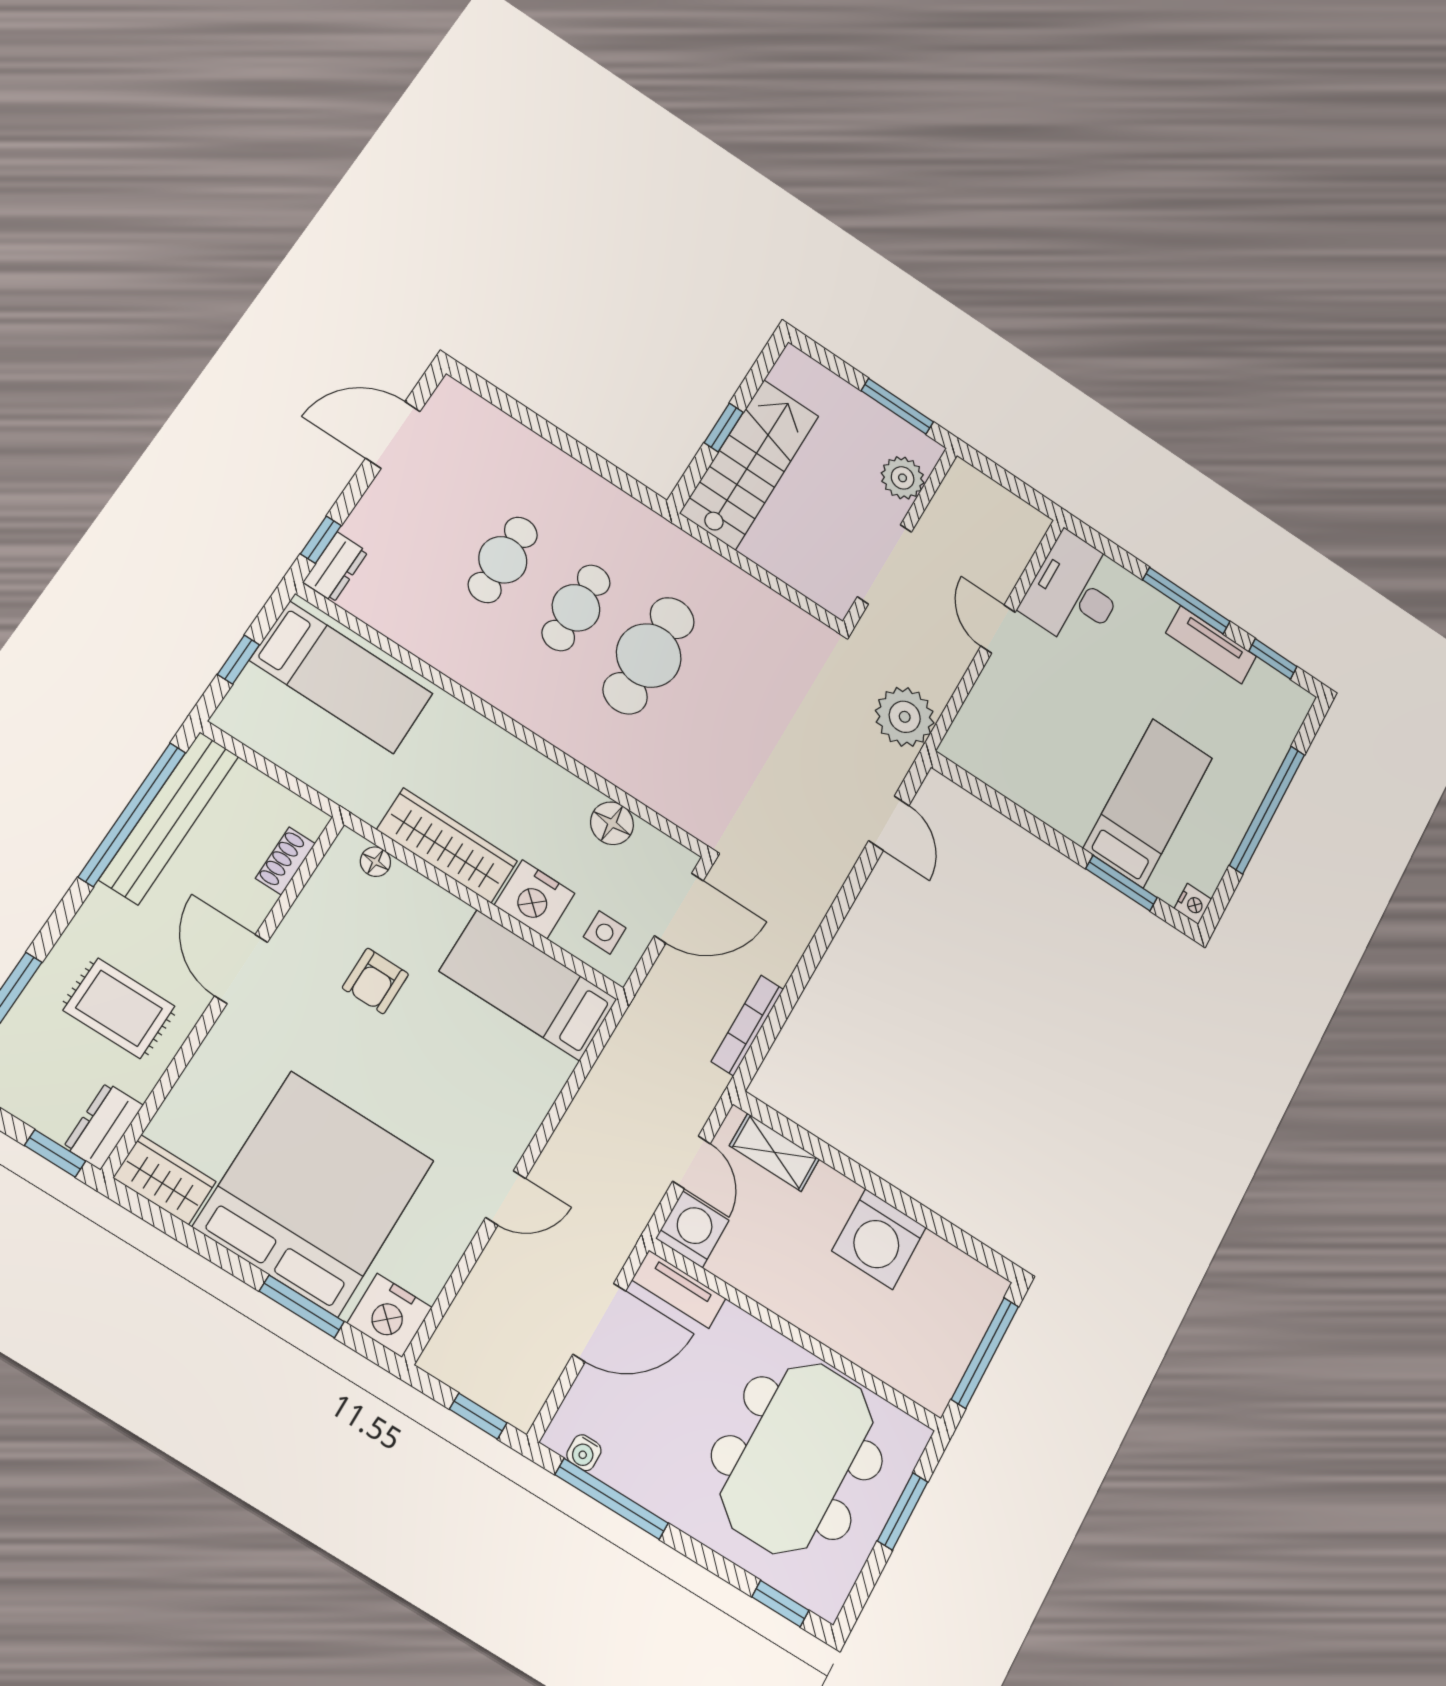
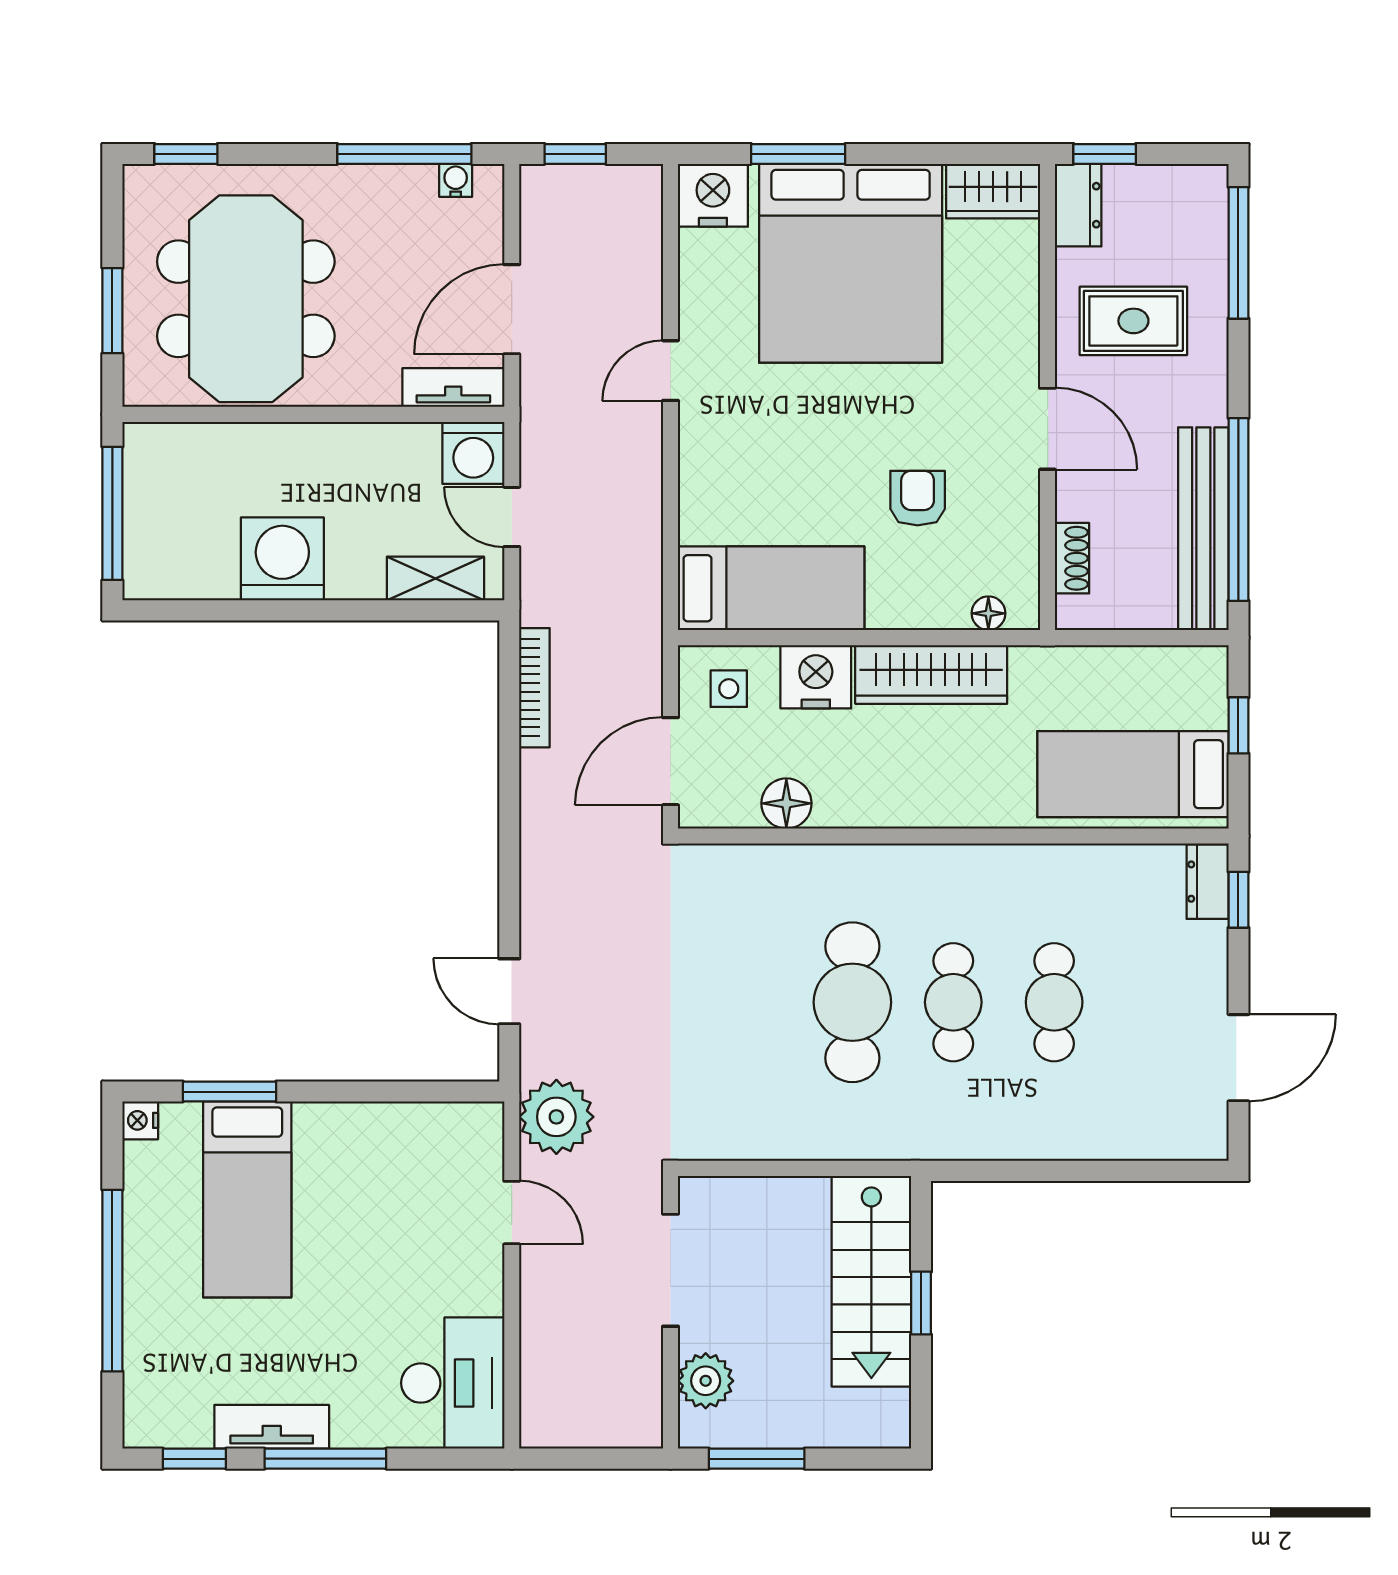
door: (998, 629) -> (512, 1213), moved

